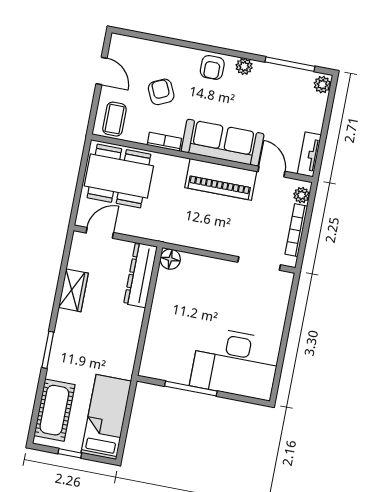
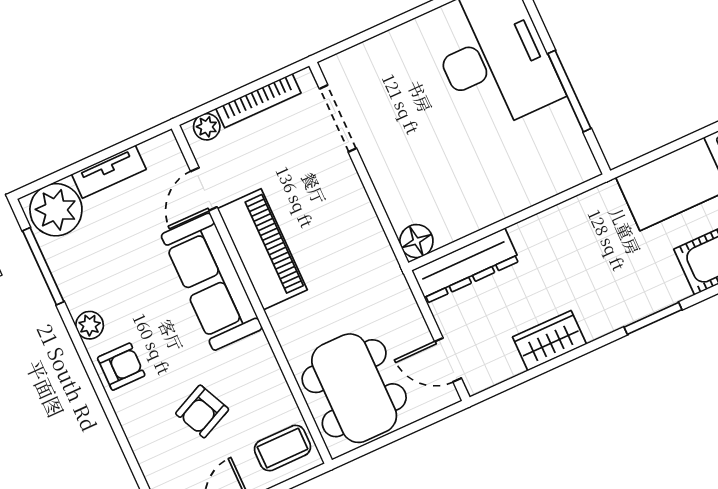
plant: (322, 85) -> (56, 210), width x1.88, depth x1.88
bookcase: (164, 142) -> (266, 360), removed
tv unit: (309, 154) -> (109, 172), moved

